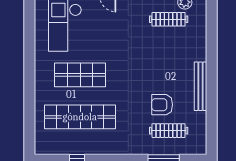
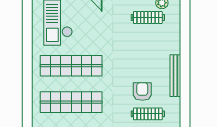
shop shelf: (80, 75) -> (71, 66), width x1.40
armchair: (162, 105) -> (142, 92), turned 90

